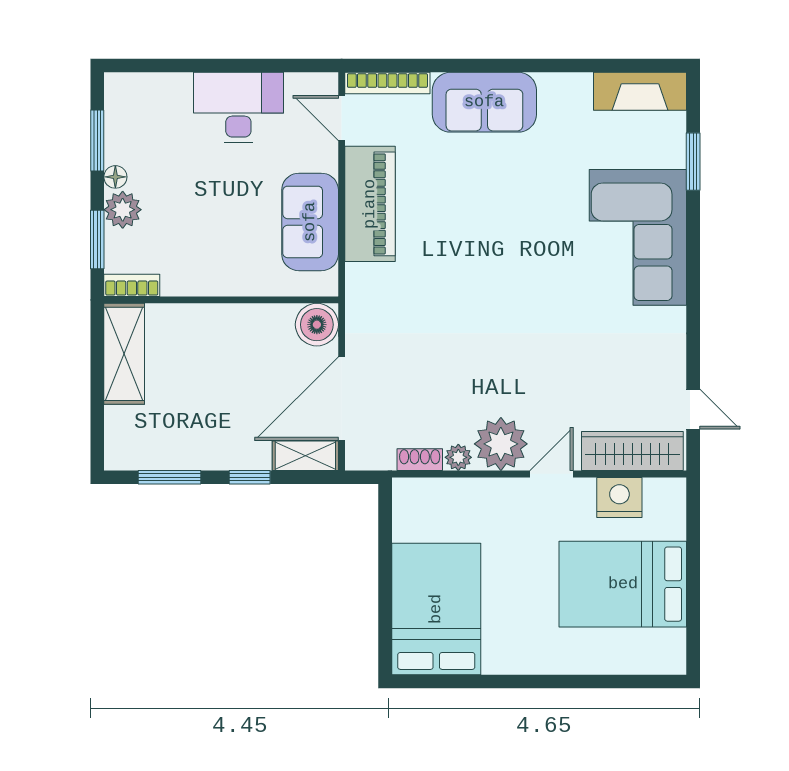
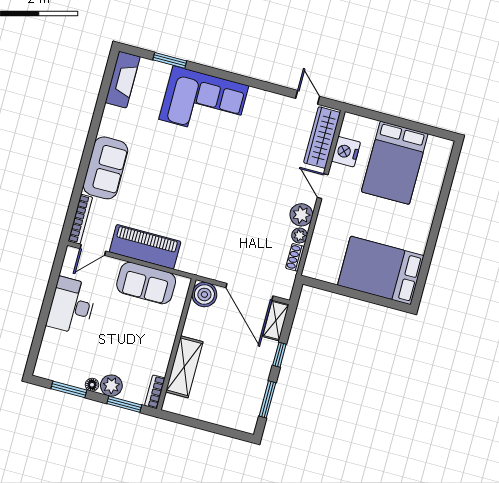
shelving: (124, 354) -> (184, 367), moved, turned 90
door: (693, 409) -> (308, 97), hinge flipped
plant: (501, 444) -> (301, 215), width x0.73, depth x0.73

